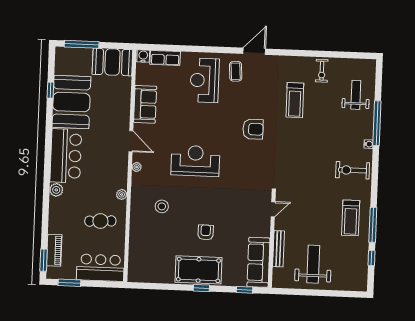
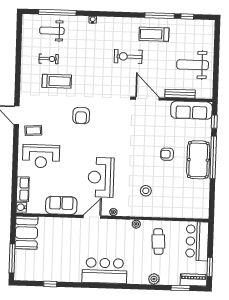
exercise bike: (322, 71) -> (49, 59), moved
booth: (71, 102) -> (60, 266), removed
window: (377, 123) -> (57, 12), moved
armchair: (253, 129) -> (81, 116), turned 180
reception desk: (195, 161) -> (101, 177), moved
exercise bike: (353, 170) -> (128, 57), moved, turned 90
plant: (56, 190) -> (154, 279), moved
door: (273, 209) -> (147, 98), width x1.87
treadmill: (351, 218) -> (154, 34), turned 180
piano: (54, 250) -> (194, 280), moved
window: (44, 260) -> (181, 288), moved
window: (201, 288) -> (213, 157), width x3.17

